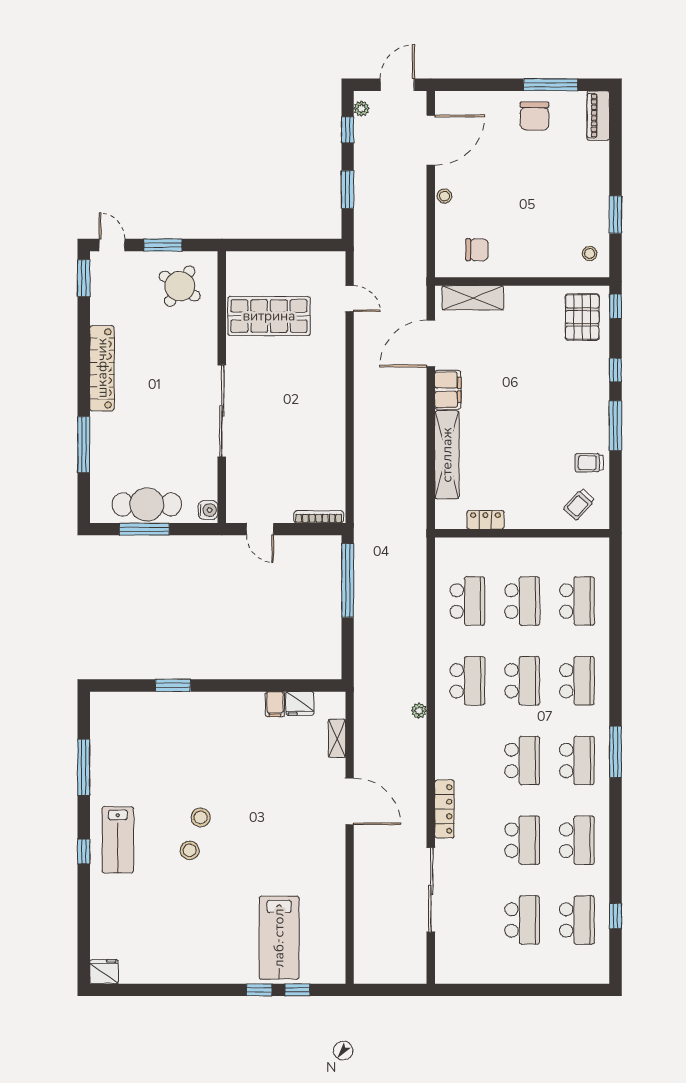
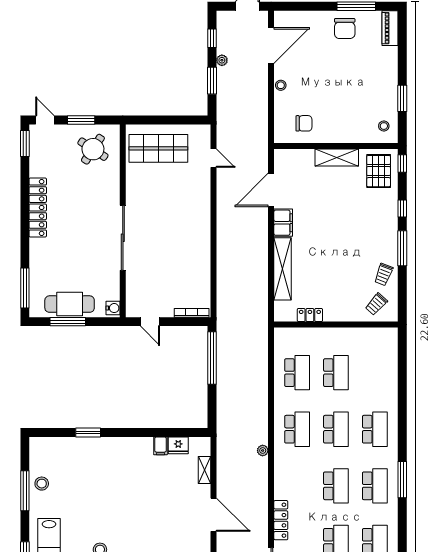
plant: (361, 109) -> (222, 60), moved
shelving: (473, 298) -> (337, 157), moved
shop shelf: (269, 316) -> (158, 148), moved
window: (84, 445) -> (25, 288), moved
trolley: (589, 463) -> (384, 274), turned -69
school desk: (577, 601) -> (375, 373), removed
stool: (201, 817) -> (42, 484), moved

